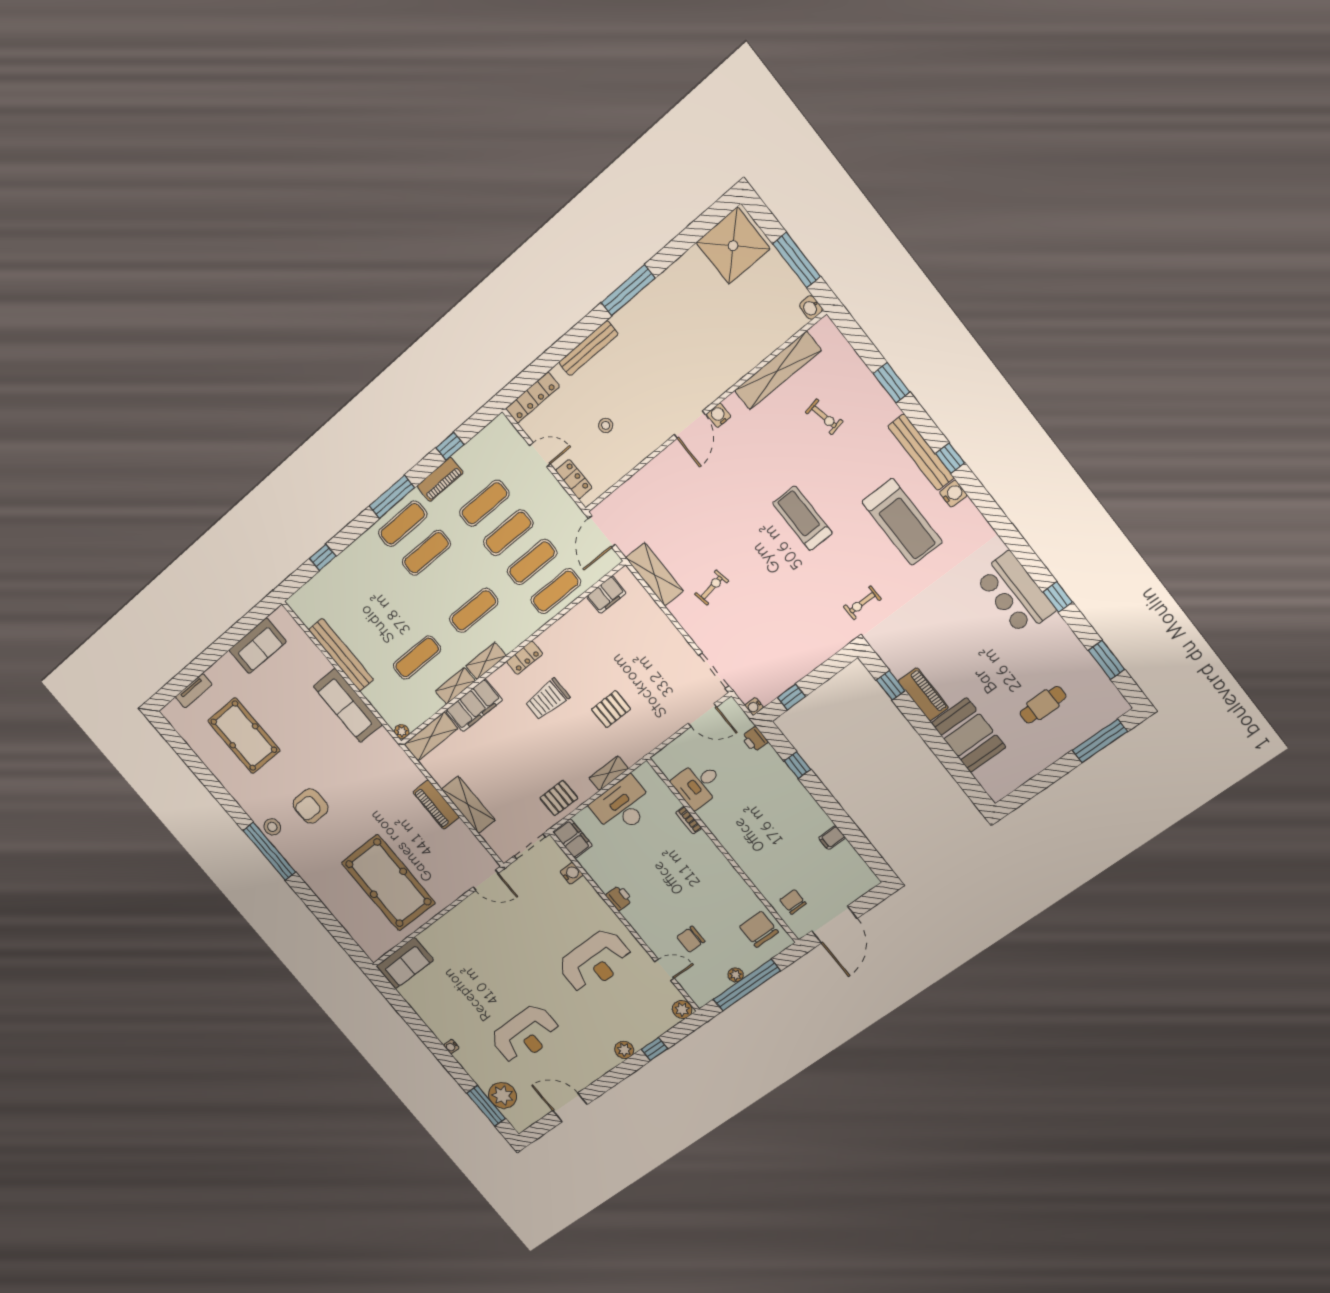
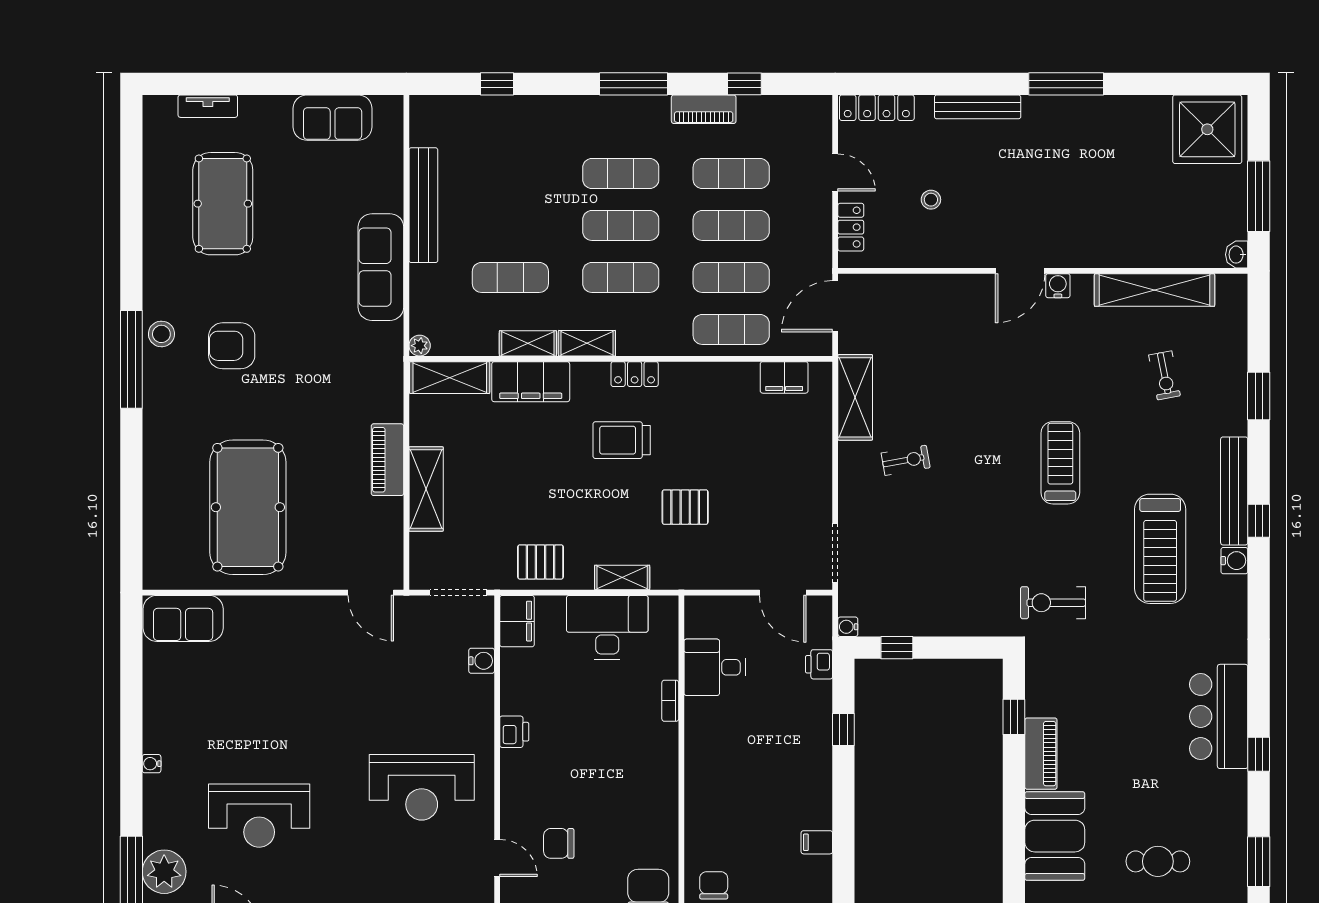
exercise mat: (403, 524) -> (621, 225), moved
exercise bike: (862, 603) -> (1053, 603), width x1.38, depth x1.39

